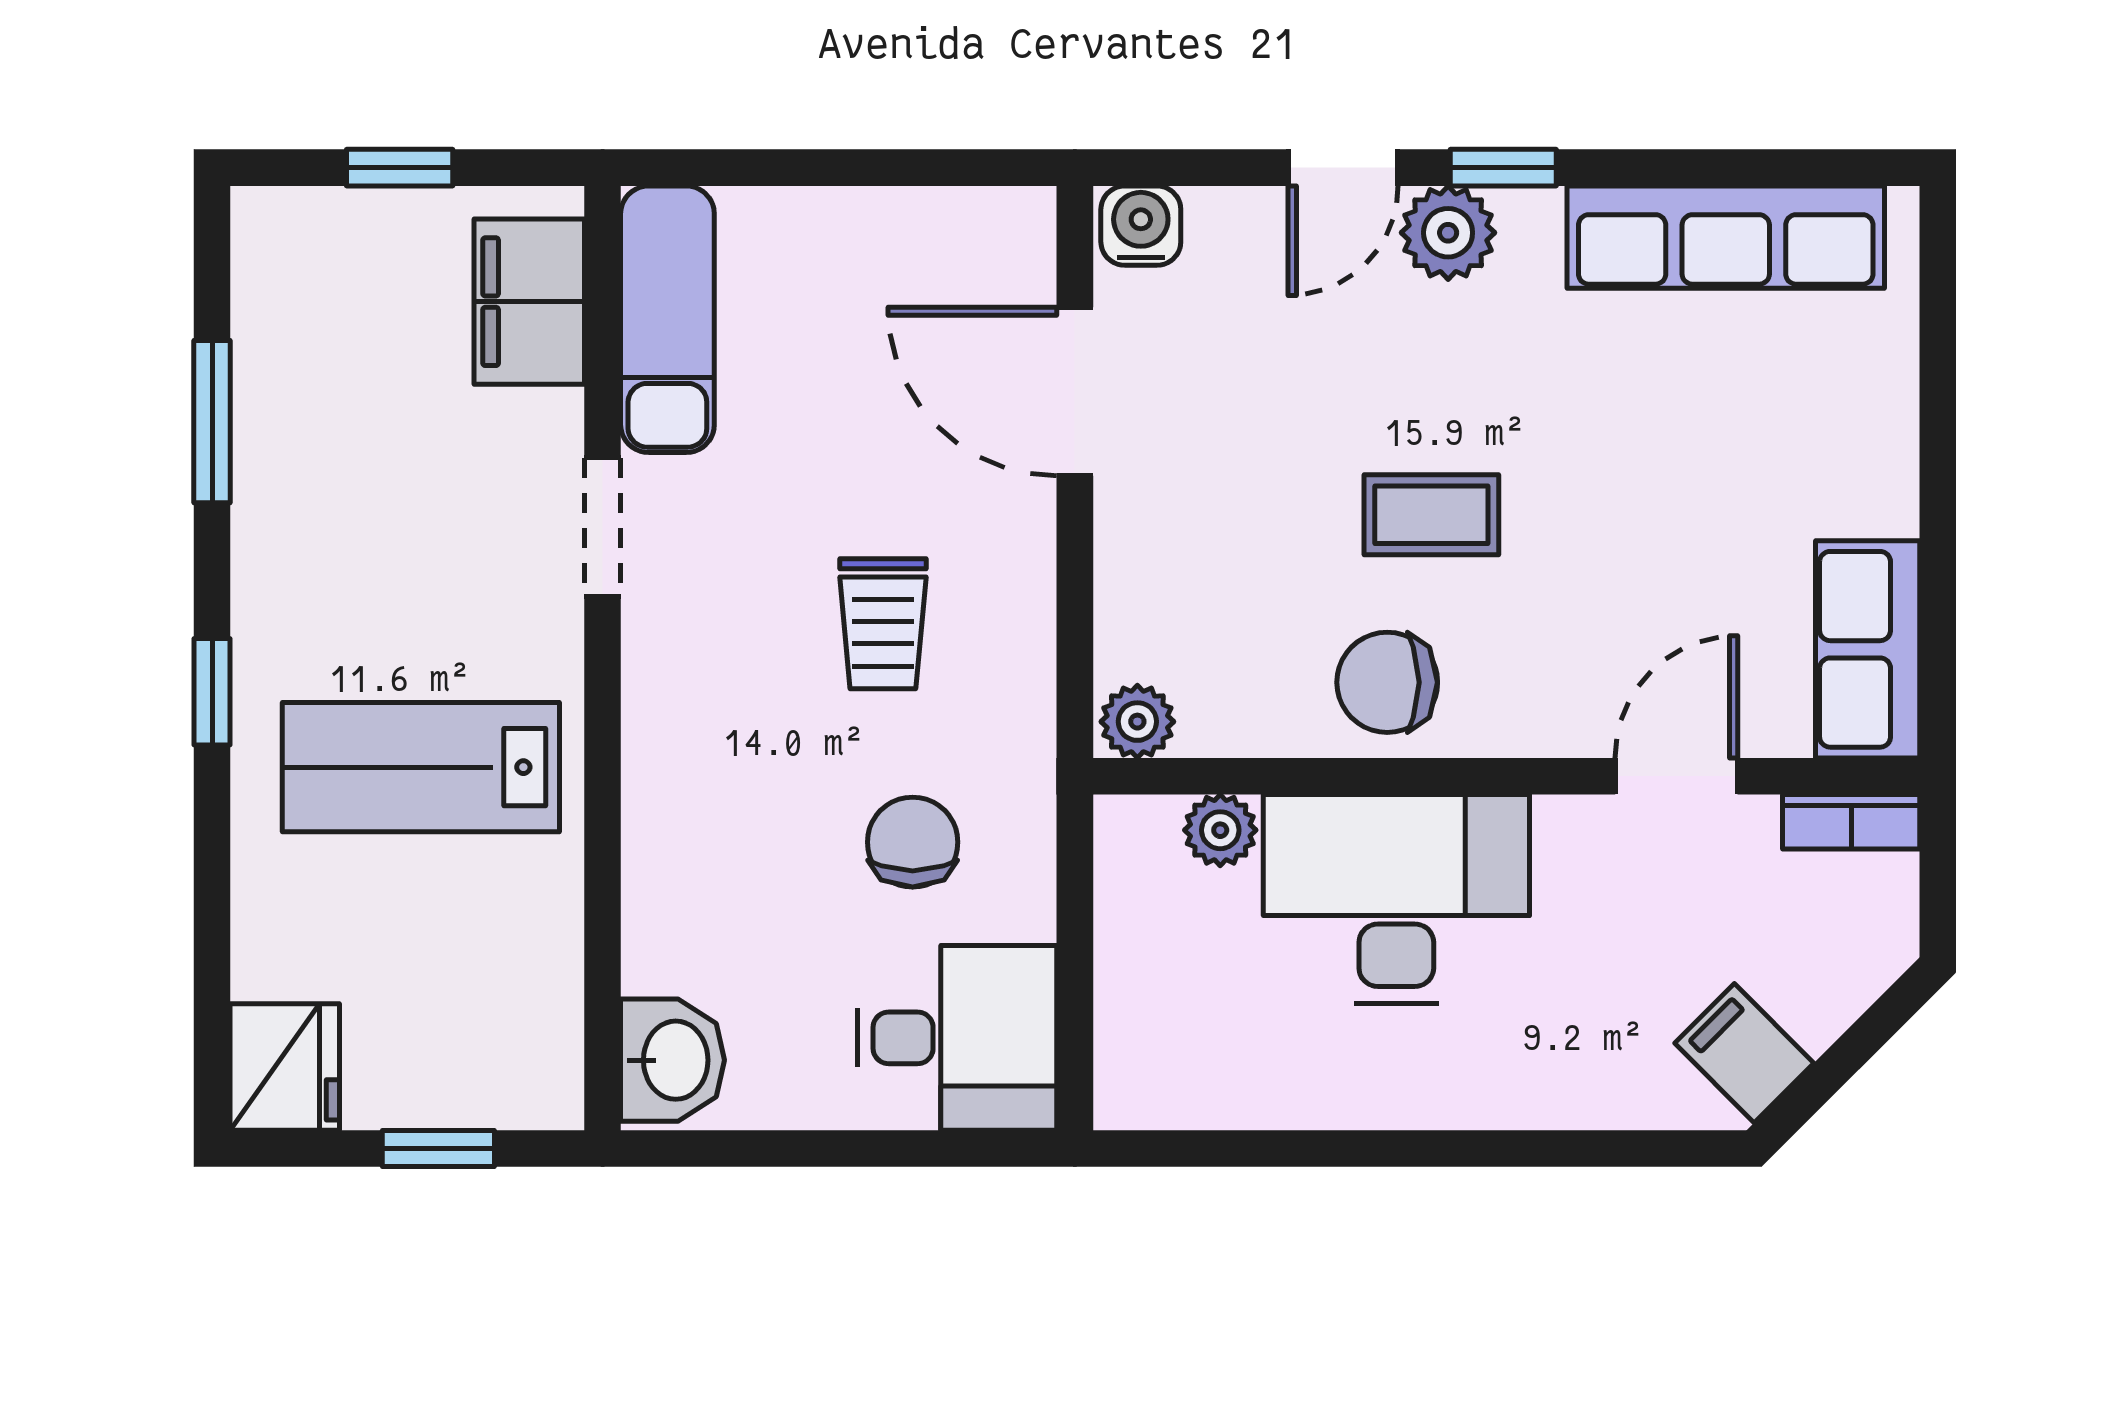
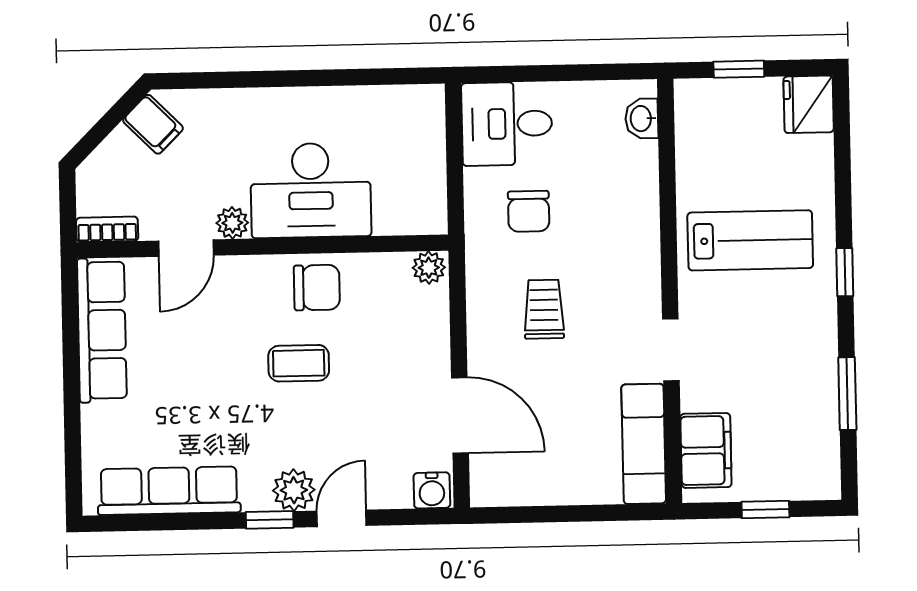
row of seats: (1868, 649) -> (102, 330), width x1.48
plant: (1220, 830) -> (232, 223), moved
washbasin: (673, 1060) -> (642, 119), width x0.72, depth x0.69

